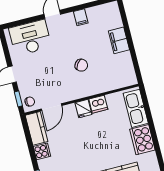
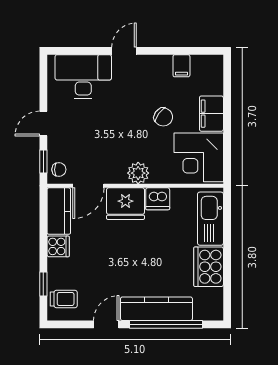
filing cabinet: (81, 17) -> (181, 66), moved
chair: (81, 65) -> (163, 117), moved
corner desk: (118, 71) -> (199, 157), added
plant: (81, 91) -> (138, 173), added
fridge: (83, 109) -> (125, 204), width x1.88, depth x1.34

